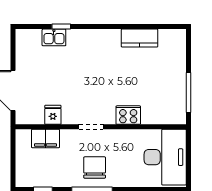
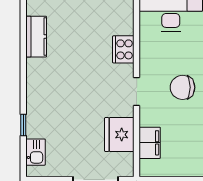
kitchen sink: (54, 37) -> (36, 152), moved
fridge: (53, 115) -> (119, 135), width x1.88, depth x1.34

